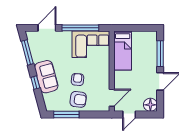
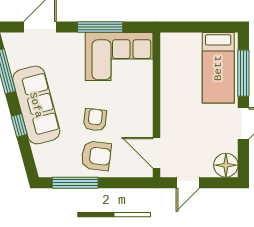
window: (80, 28) -> (100, 27), width x0.68
bed: (123, 51) -> (218, 68), moved
sofa: (46, 77) -> (36, 105), width x1.36
door: (112, 98) -> (157, 153), swing flipped

